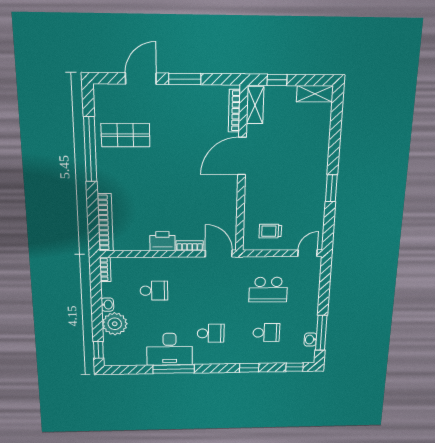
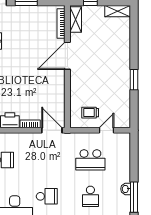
door: (308, 253) -> (107, 130), moved
school desk: (266, 333) -> (90, 196), turned 90
washbasin: (310, 340) -> (126, 189), moved

